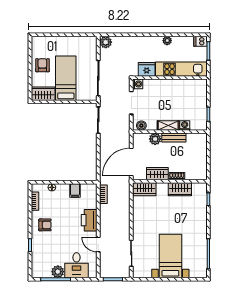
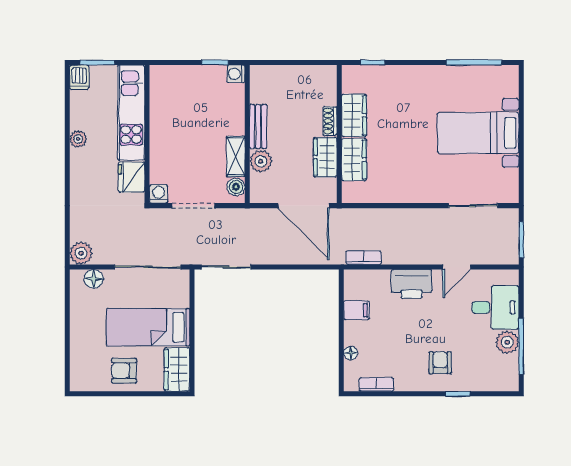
floor lamp: (92, 49) -> (94, 279), added
shelving: (168, 125) -> (236, 156), moved
washing machine: (185, 125) -> (236, 74), moved
wardrobe: (145, 189) -> (354, 160), moved
armchair: (45, 225) -> (440, 363), moved

